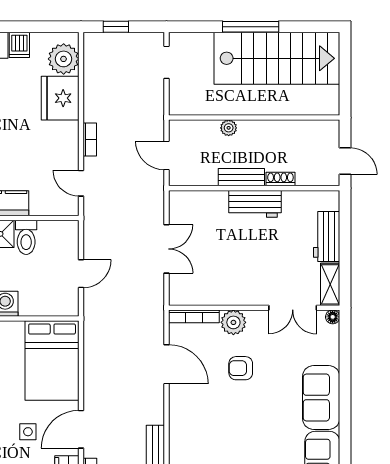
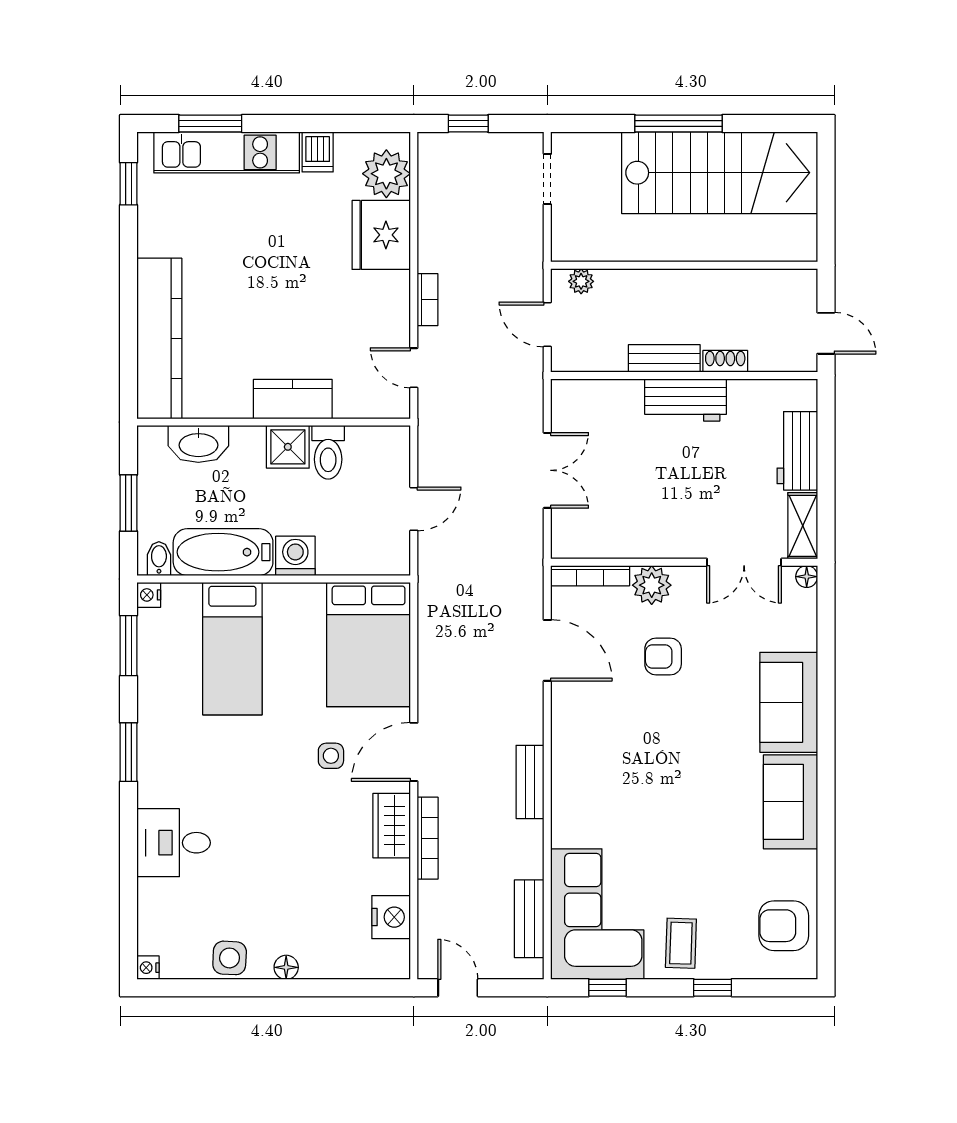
plant: (229, 128) -> (581, 281), moved

